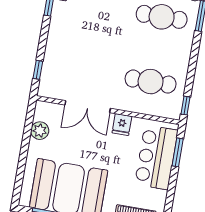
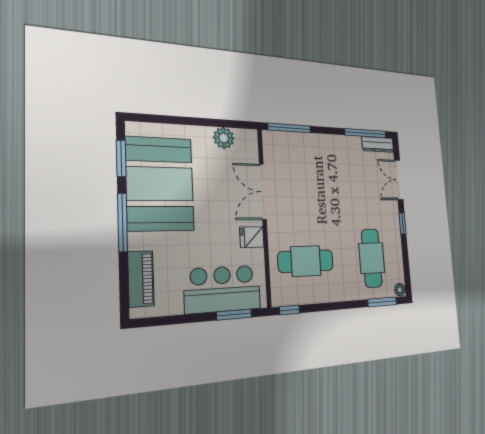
window: (38, 70) -> (289, 128), width x2.17
cafe table: (151, 82) -> (306, 261), turned 90

